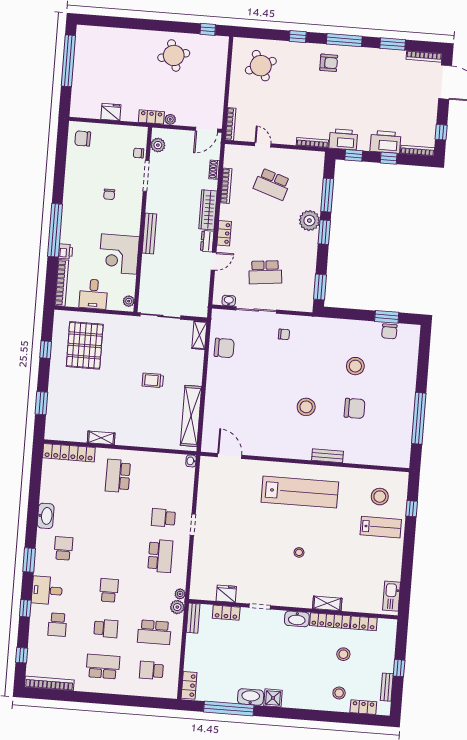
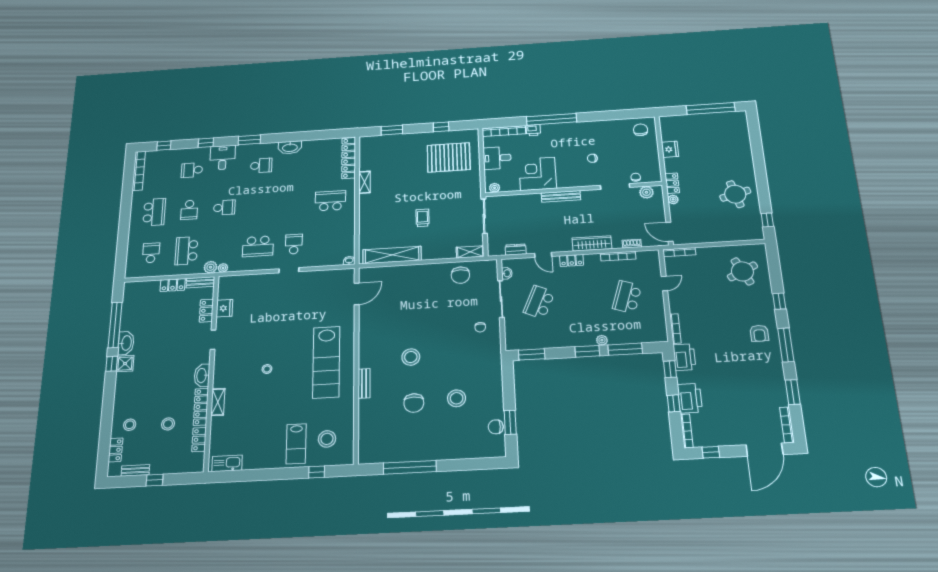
plant: (309, 221) -> (602, 340), width x0.53, depth x0.53
dresser: (207, 241) -> (516, 250), moved
school desk: (265, 272) -> (539, 302), turned 30
locker: (189, 685) -> (173, 285), moved
window: (271, 712) -> (112, 364), added

